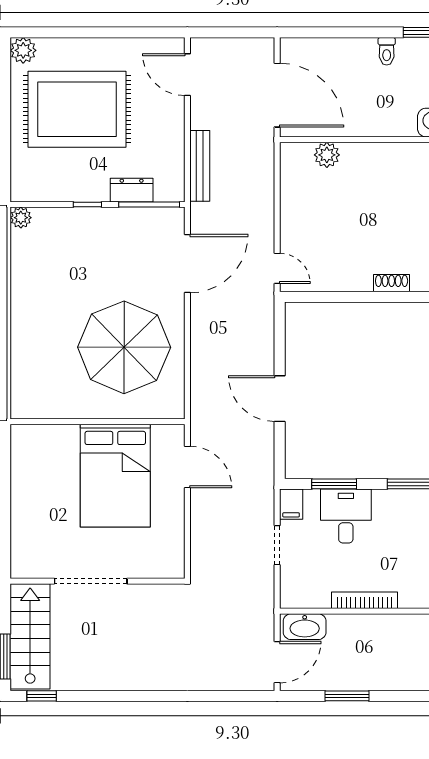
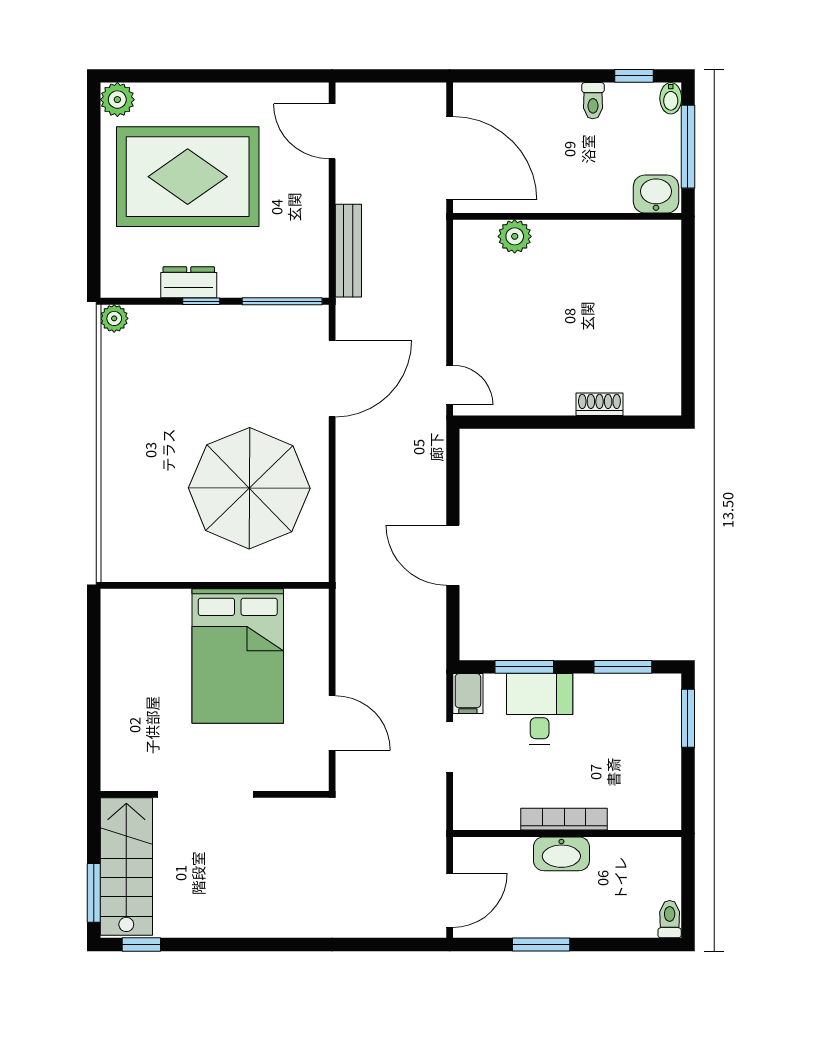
dresser: (132, 190) -> (189, 282), moved
door: (187, 467) -> (332, 723), moved
washbasin: (305, 627) -> (561, 854), moved

